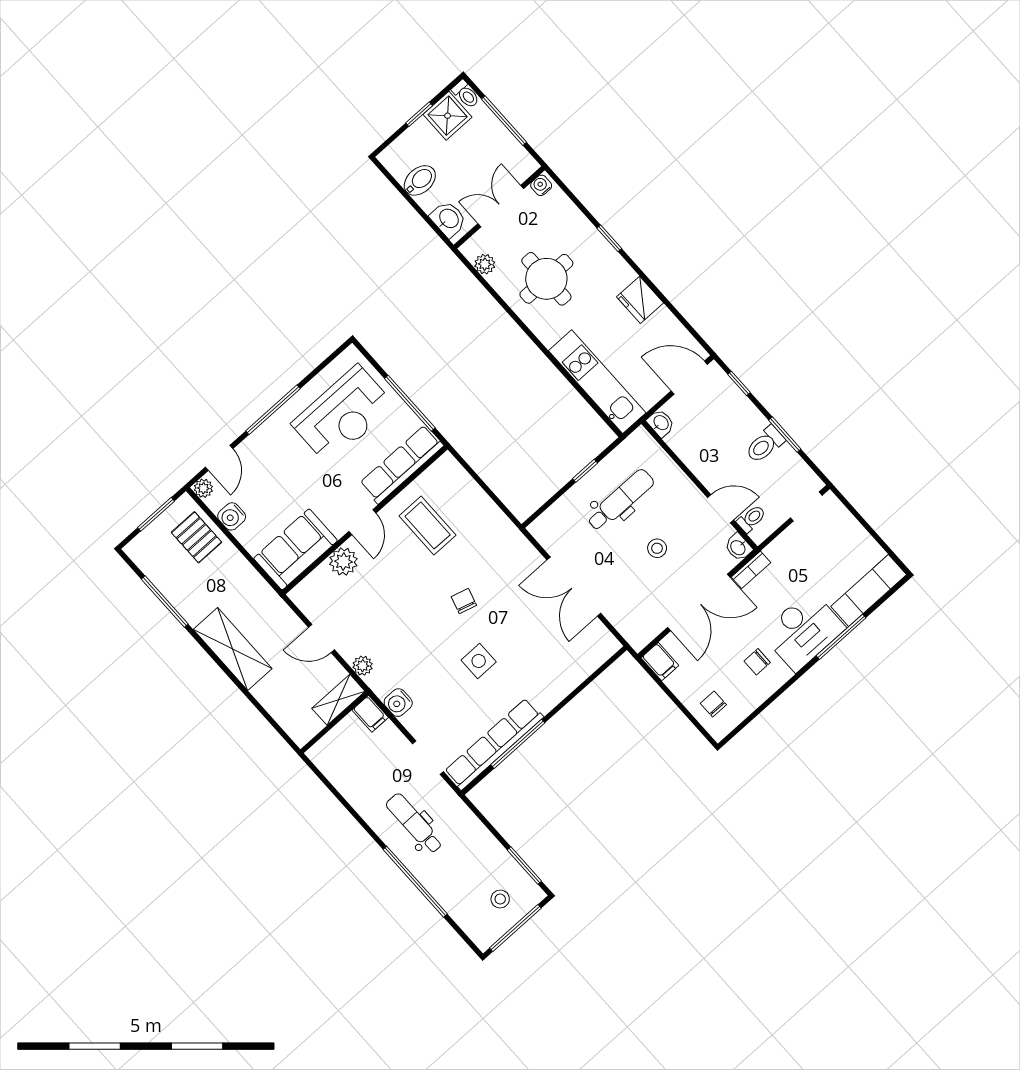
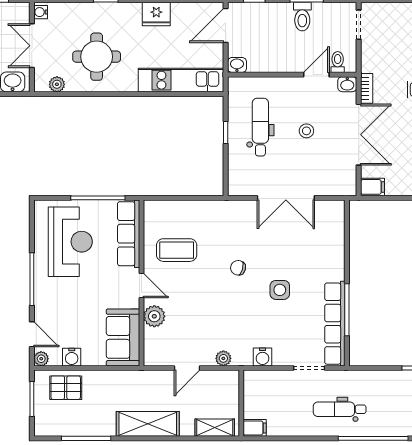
shelving: (338, 700) -> (215, 428), moved, turned 90
filing cabinet: (370, 714) -> (255, 428), moved

